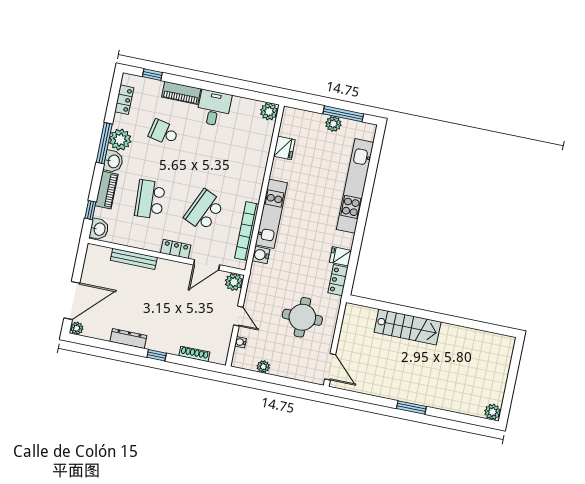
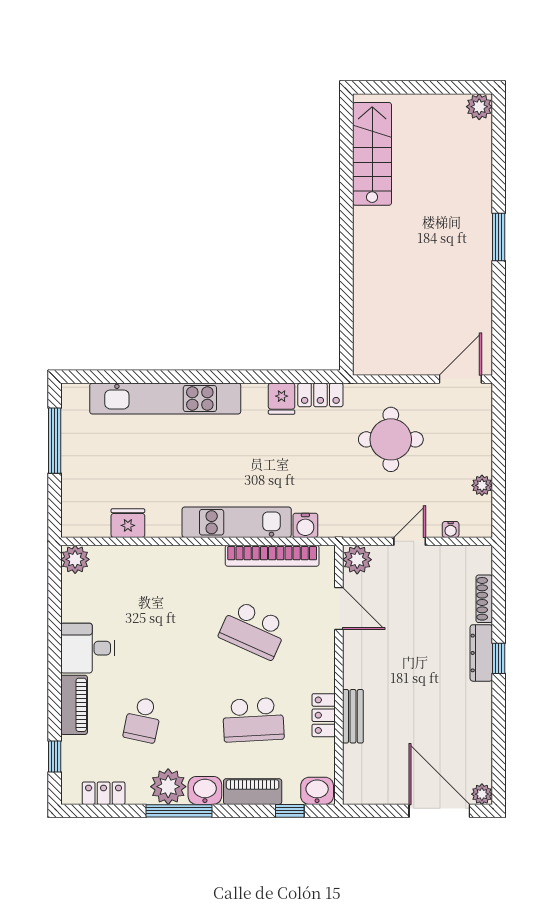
plant: (333, 124) -> (74, 453), removed
locker: (176, 249) -> (324, 715), moved
bench: (134, 259) -> (353, 716), width x0.73
stairs: (408, 327) -> (372, 154), moved
dresser: (128, 339) -> (481, 653), moved

